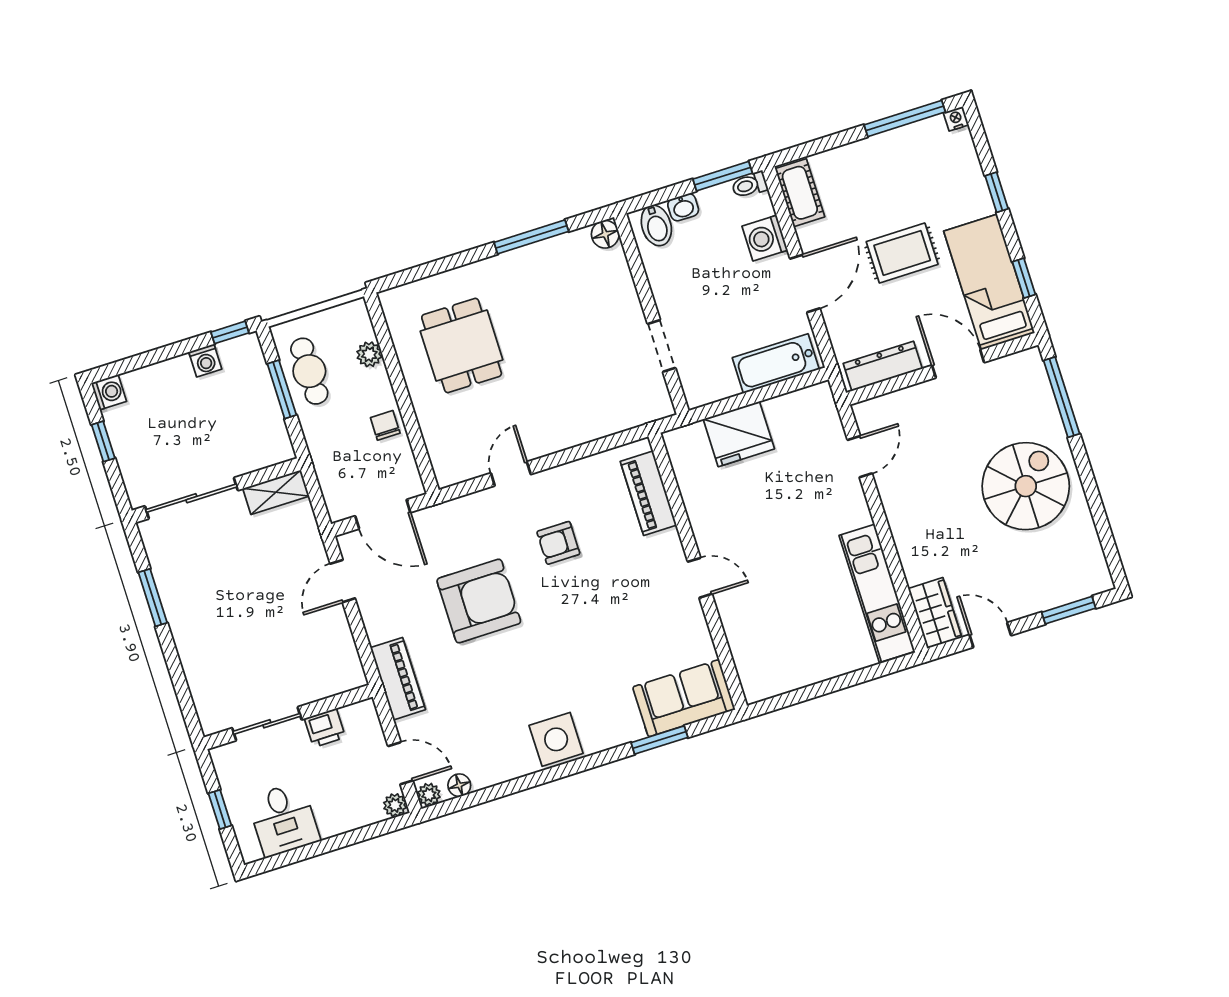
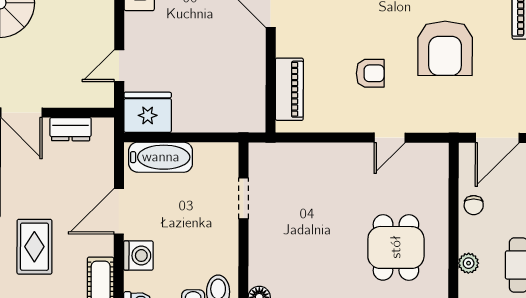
rug: (902, 253) -> (34, 247), moved, turned 90
dresser: (883, 366) -> (71, 129), width x0.70
fridge: (739, 434) -> (148, 112), moved
door: (383, 514) -> (497, 138), swing flipped
armchair: (479, 601) -> (445, 48), turned -90

